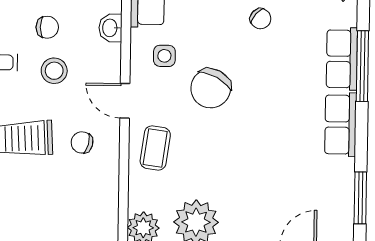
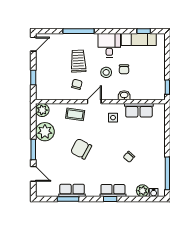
window: (362, 66) -> (110, 199), width x0.46
chair: (211, 88) -> (81, 149), moved
row of seats: (340, 125) -> (72, 190), moved
window: (360, 198) -> (68, 199), moved

